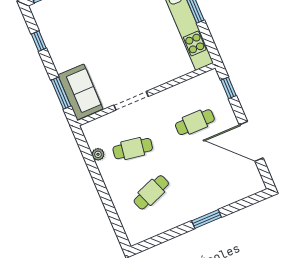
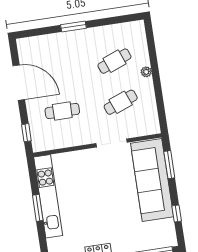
sofa: (80, 92) -> (152, 180), width x1.85, depth x1.27
cafe table: (133, 149) -> (121, 102), turned -30
plant: (98, 154) -> (146, 72), moved

